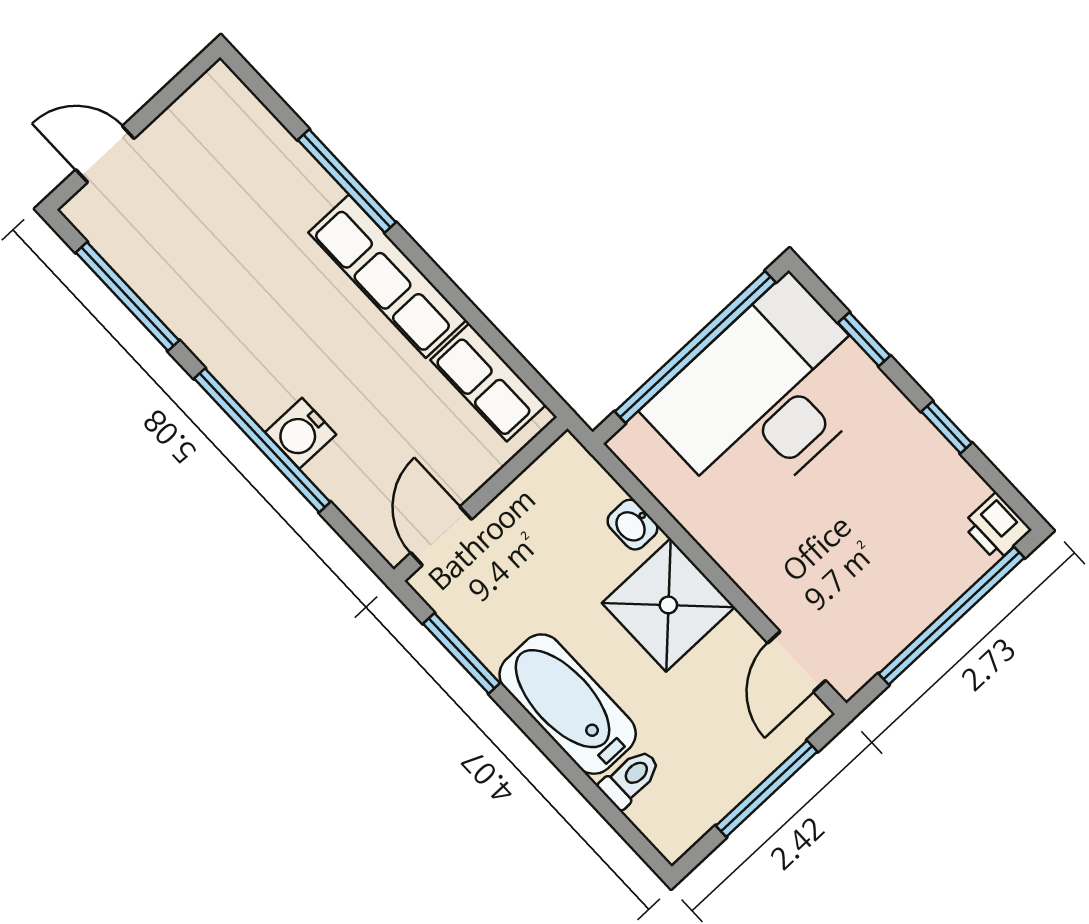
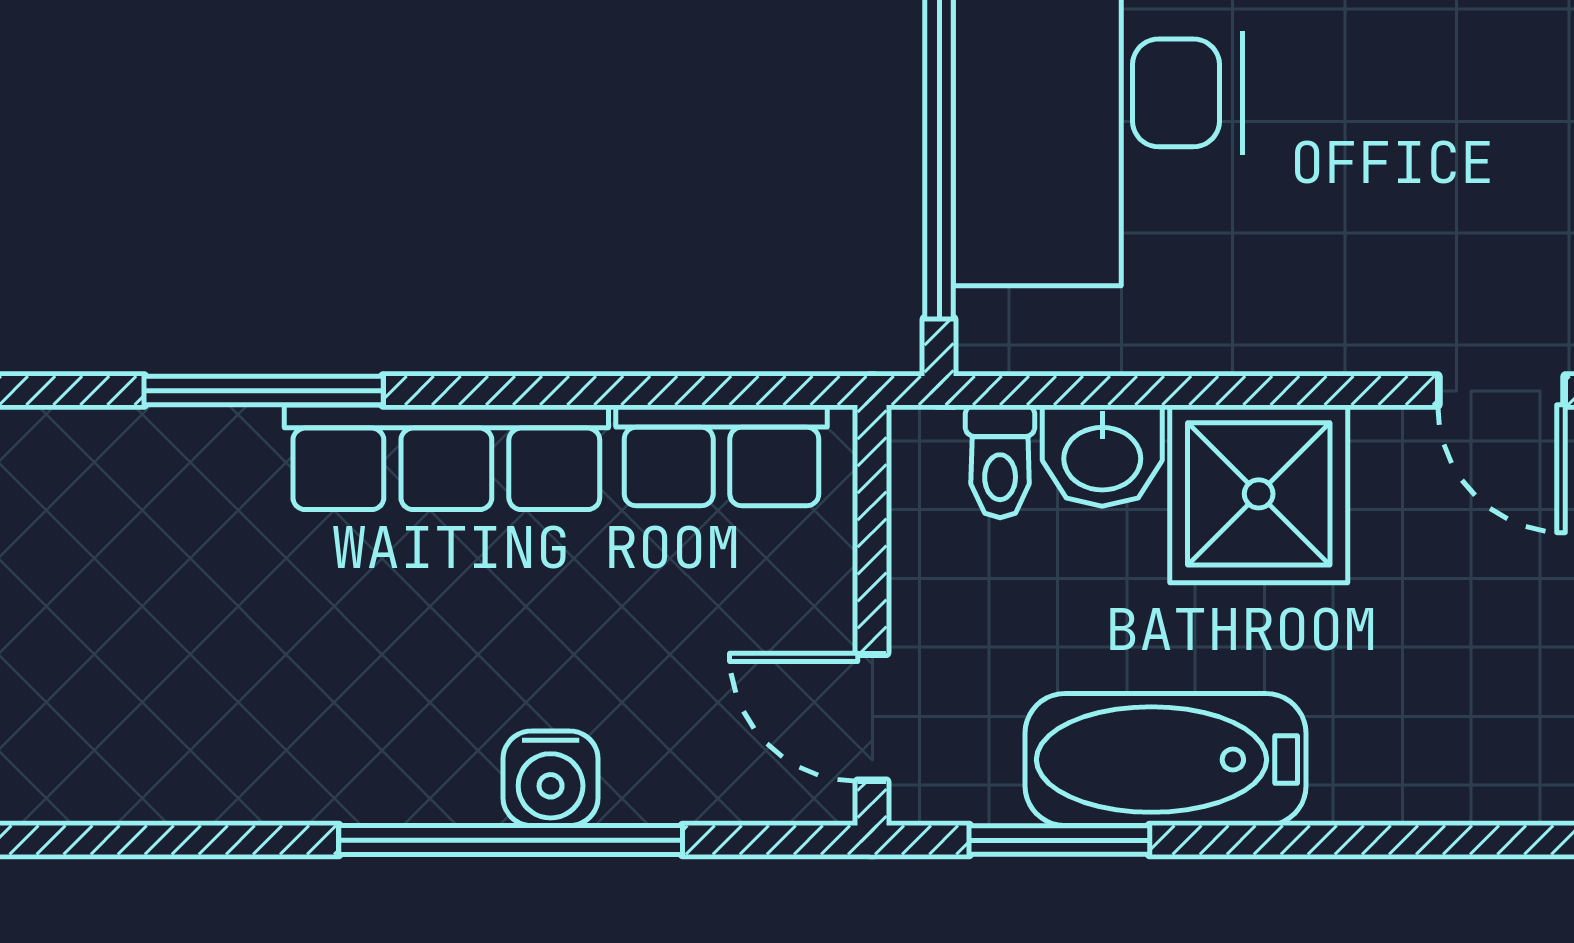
window: (128, 296) -> (140, 840), removed
washbasin: (632, 525) -> (1102, 456), width x1.38, depth x1.45
bathtub: (568, 704) -> (1166, 760), moved
toilet: (630, 778) -> (1000, 461), moved, turned 180

